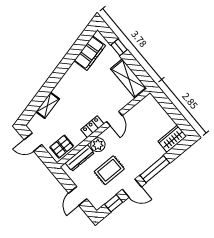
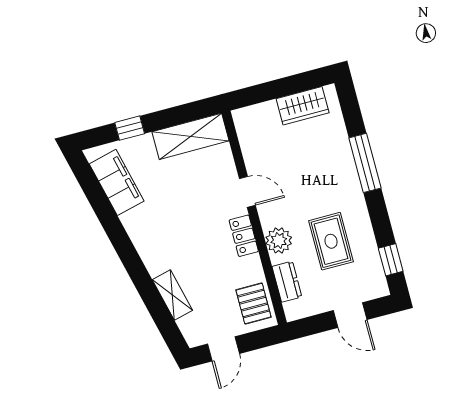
wardrobe: (172, 139) -> (303, 106), moved, turned -90
dresser: (80, 158) -> (287, 282), width x0.70
door: (132, 188) -> (379, 217), removed

